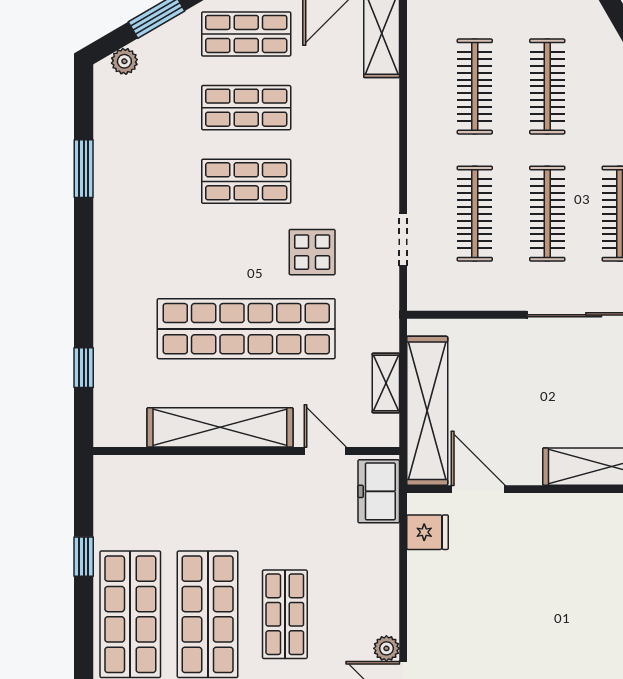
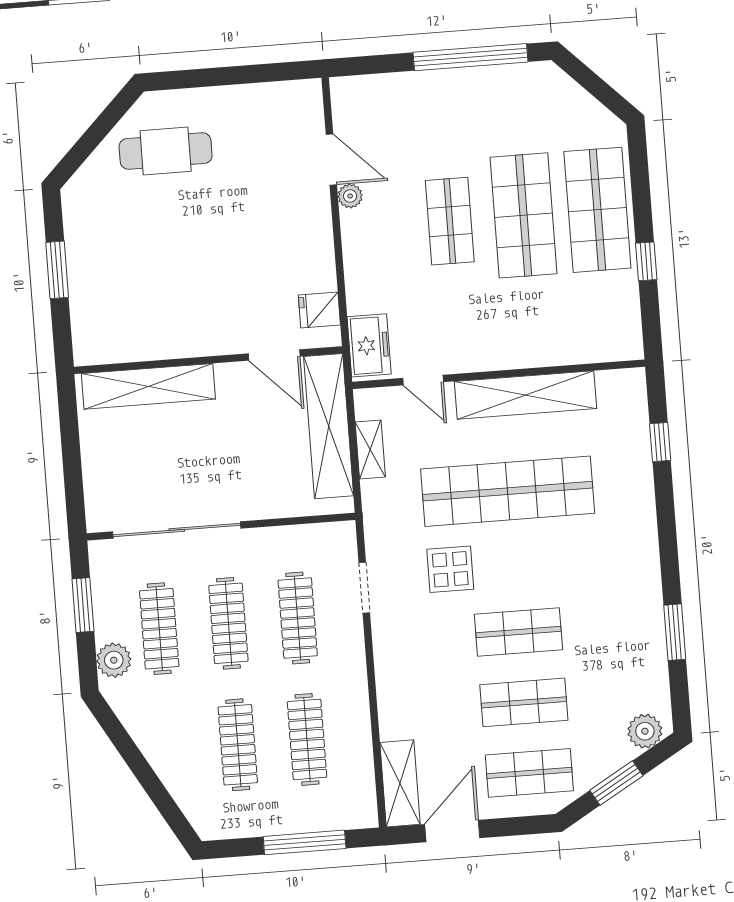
plant: (124, 61) -> (645, 731), width x1.38, depth x1.38

